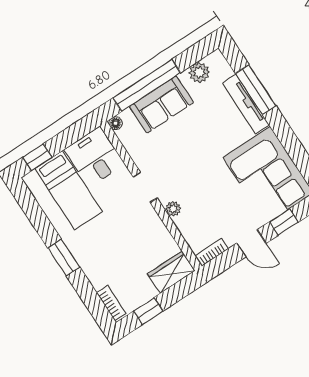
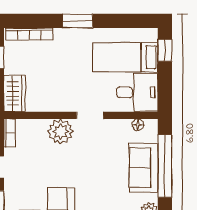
floor lamp: (116, 123) -> (138, 125), moved
plant: (173, 209) -> (61, 132), width x1.88, depth x1.88
bookcase: (111, 303) -> (29, 34), width x1.56

